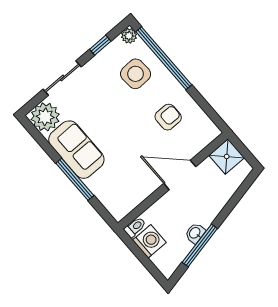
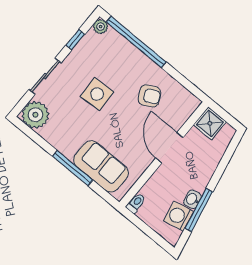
side table: (136, 74) -> (97, 94), moved
armchair: (168, 117) -> (149, 96), turned 62
sofa: (76, 150) -> (101, 166), moved
door: (180, 175) -> (169, 148), hinge flipped
washing machine: (149, 241) -> (179, 216), moved, turned -102

